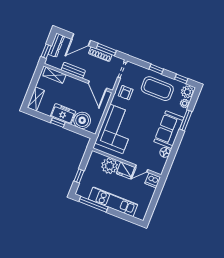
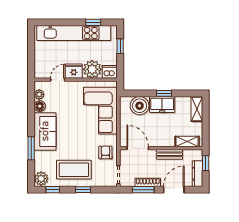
plant: (185, 103) -> (39, 94), moved
dishwasher: (153, 180) -> (109, 72), moved
kitchen unit: (113, 202) -> (74, 33), width x1.36
window: (93, 204) -> (93, 22), width x0.46

